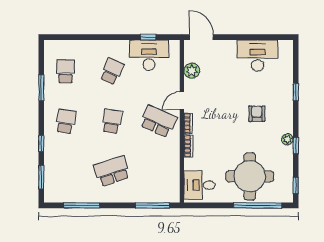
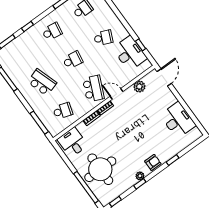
armchair: (257, 114) -> (153, 162), moved
school desk: (158, 171) -> (63, 111), added

